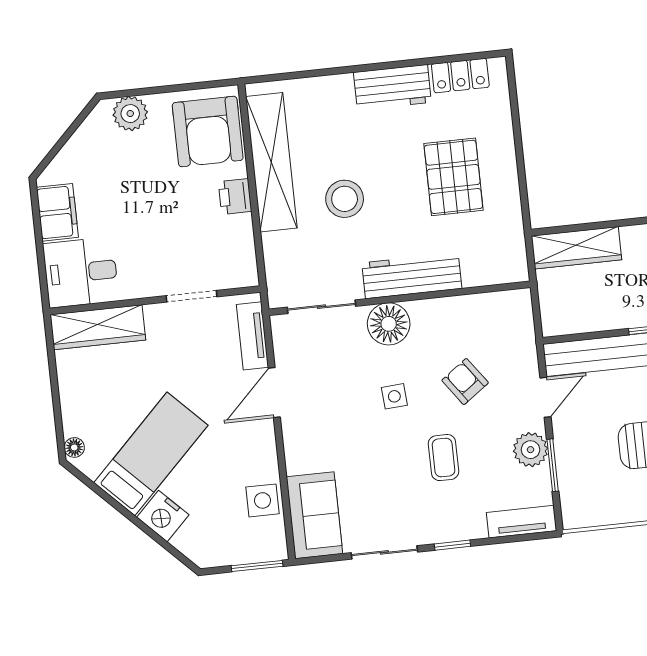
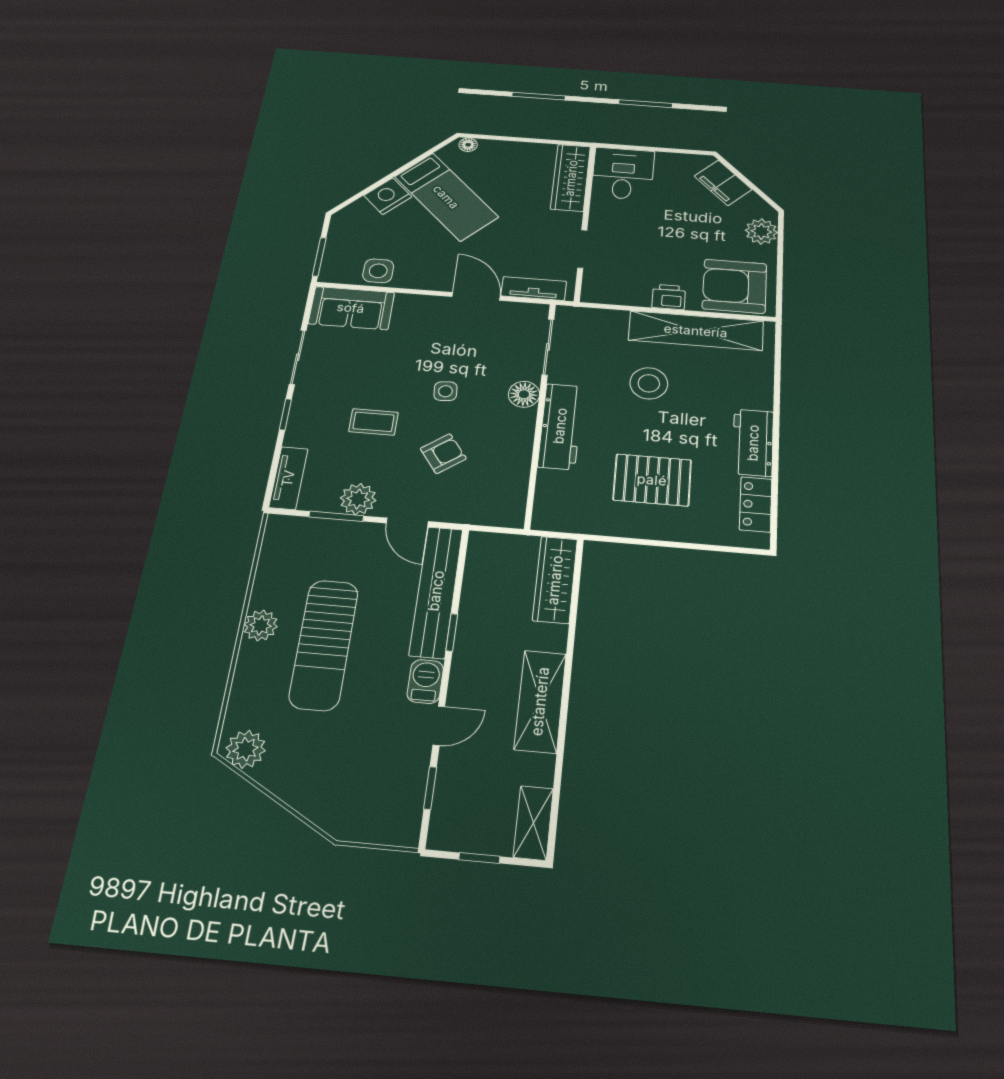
filing cabinet: (57, 212) -> (723, 183), moved, turned 45
floor lamp: (389, 324) -> (524, 394), width x0.73, depth x0.73

